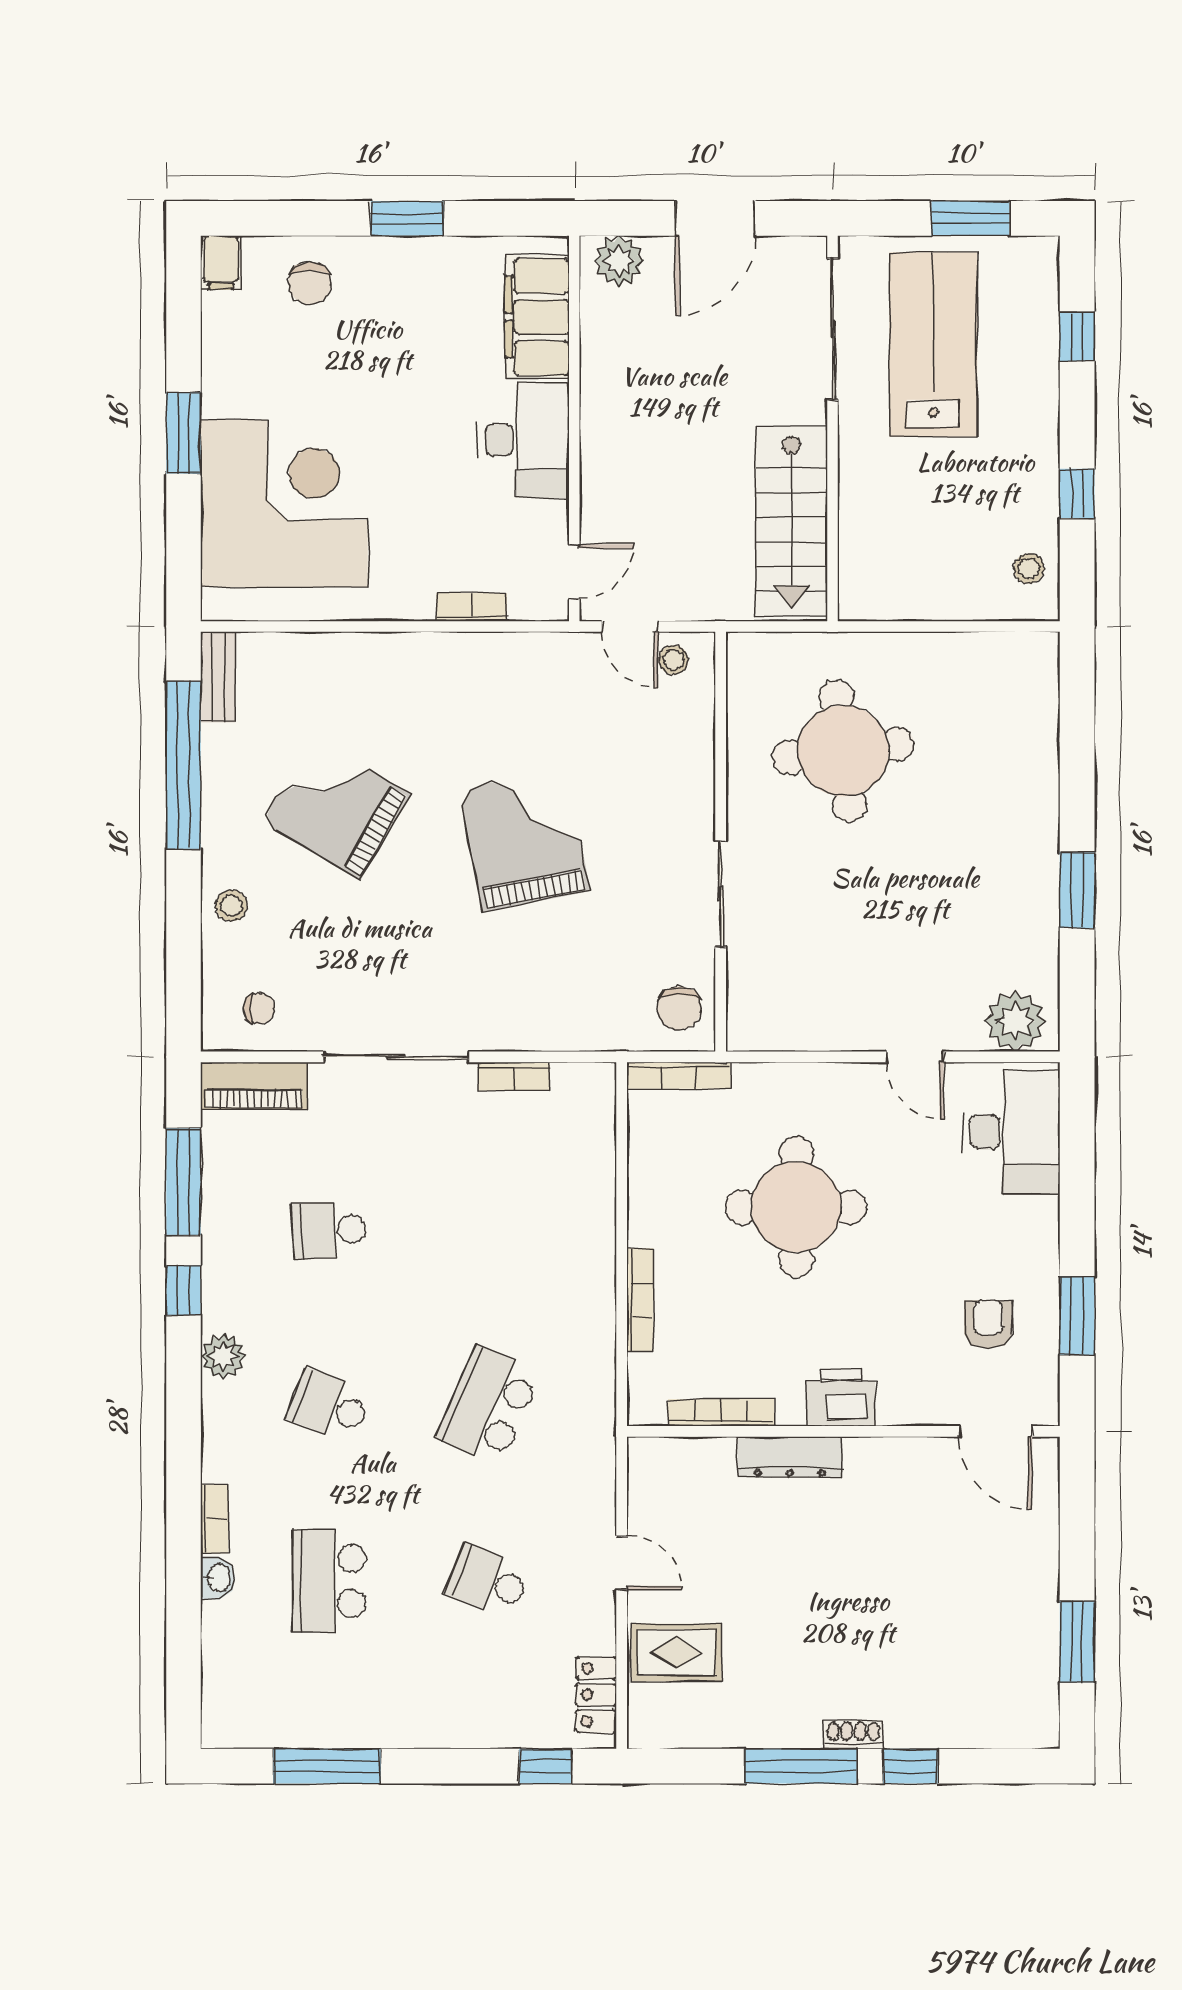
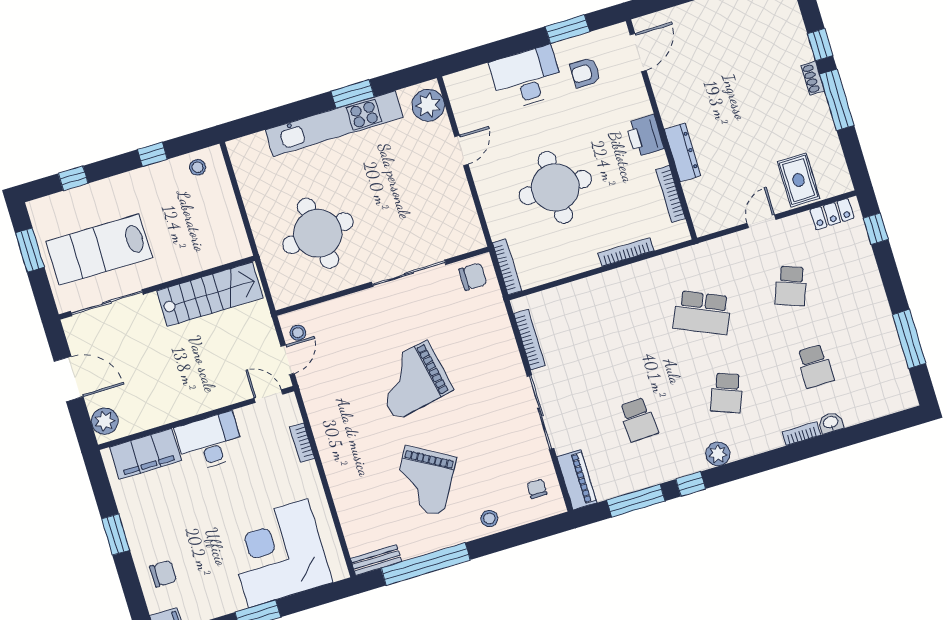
kitchen unit: (1033, 840) -> (334, 124), added
sliding door: (721, 894) -> (409, 273), width x1.37
bookcase: (514, 1076) -> (529, 340), width x1.56
desk: (1011, 1132) -> (527, 78), moved
school desk: (329, 1581) -> (815, 366), width x0.54

